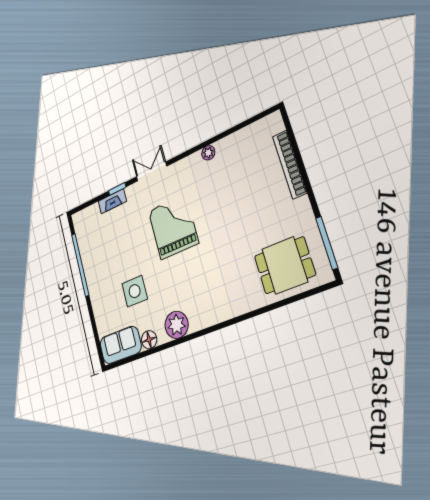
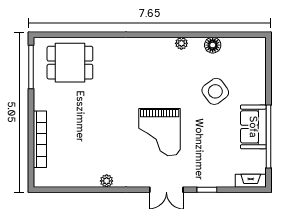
fireplace: (112, 201) -> (251, 181), moved
side table: (135, 291) -> (215, 91), turned -36
plant: (177, 325) -> (181, 43), width x0.53, depth x0.53
sofa: (121, 345) -> (253, 127), moved, turned 90

